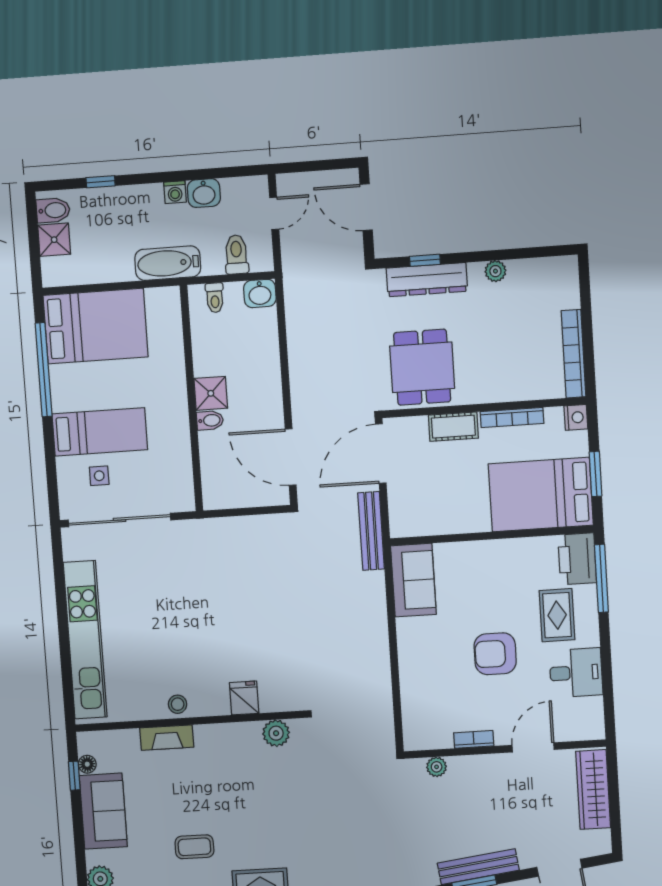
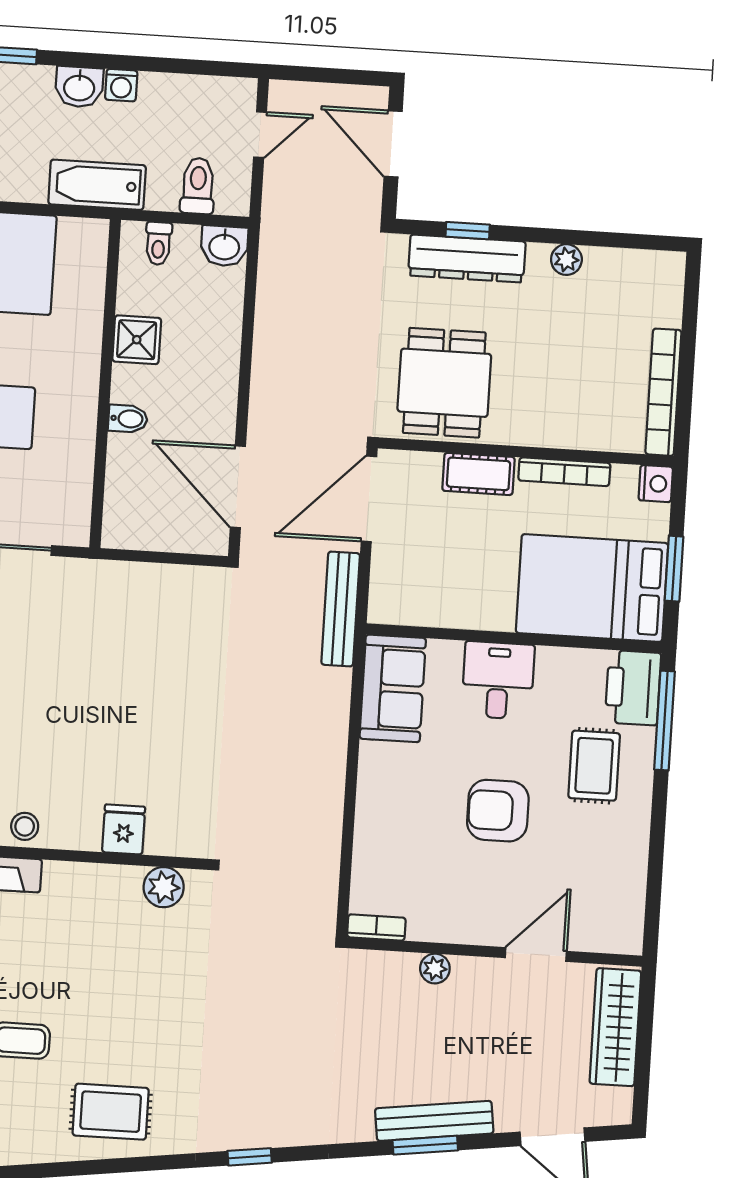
washbasin: (204, 193) -> (79, 87), moved
shower: (211, 393) -> (137, 340), moved
desk: (576, 673) -> (498, 680), moved, turned -90
bookcase: (474, 739) -> (376, 927), moved
plant: (437, 767) -> (435, 969), moved

